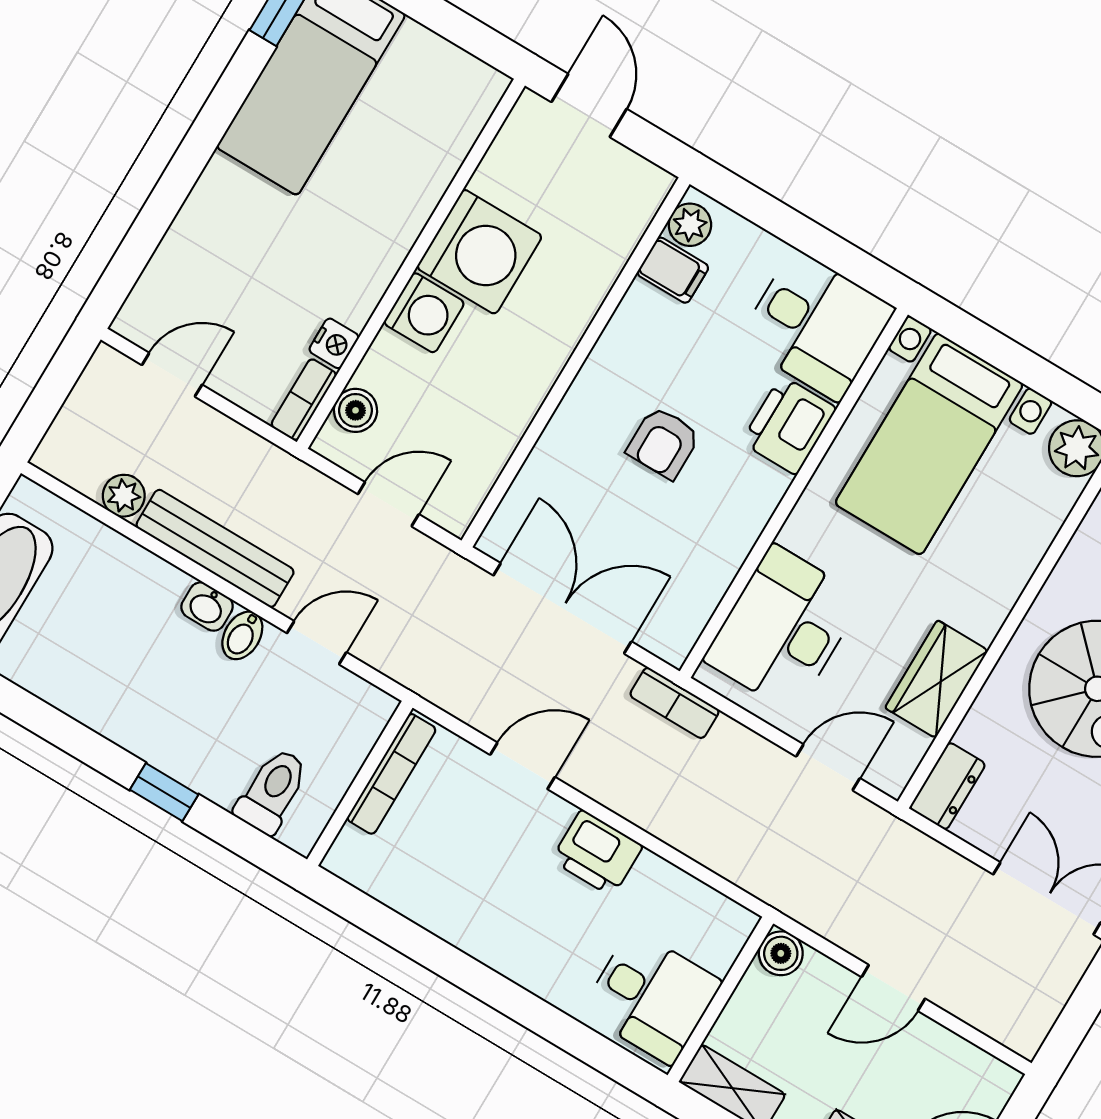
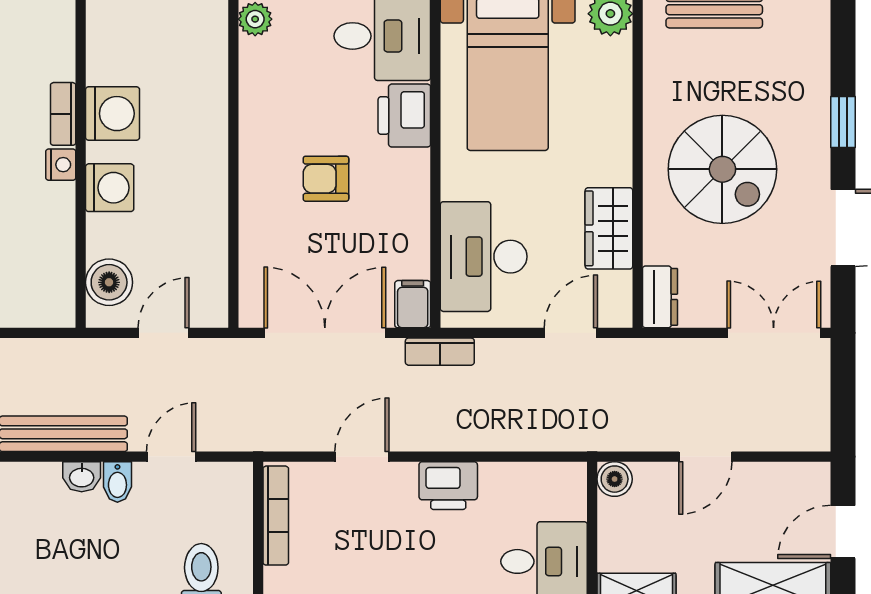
washing machine: (479, 252) -> (113, 114), width x0.73, depth x0.73
filing cabinet: (673, 270) -> (413, 304), moved, turned -90
nightstand: (334, 343) -> (61, 165), moved
bookcase: (304, 400) -> (63, 114), moved
boiler: (356, 410) -> (109, 282), width x1.36, depth x1.36
armchair: (663, 443) -> (326, 179), turned 90

